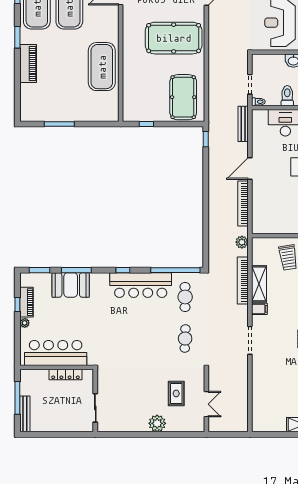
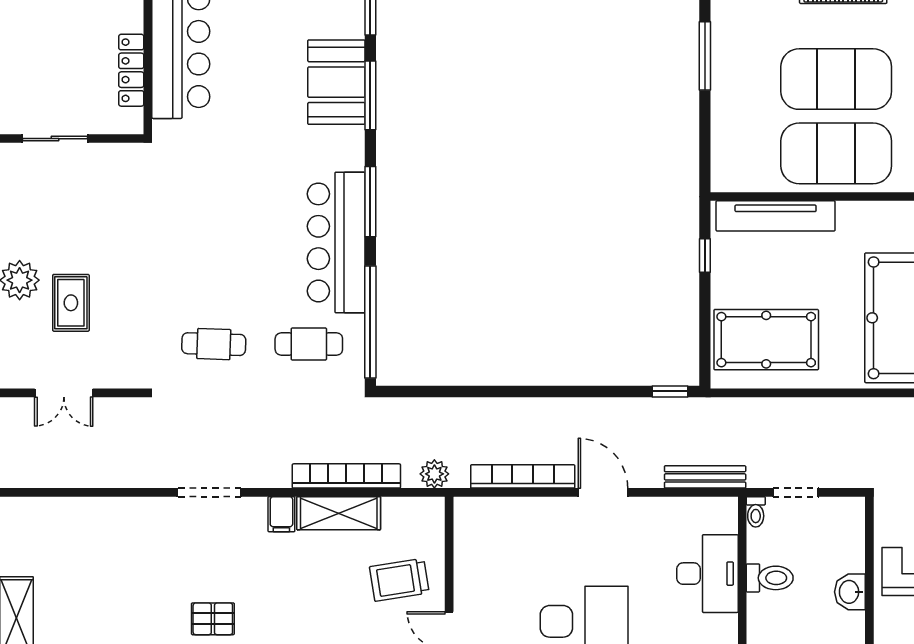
exercise mat: (69, 67) -> (836, 79), added
tv unit: (129, 93) -> (776, 216), added
window: (123, 270) -> (370, 202), width x2.17
rug: (176, 393) -> (71, 303), moved, turned 90

